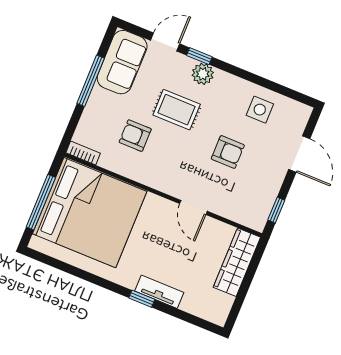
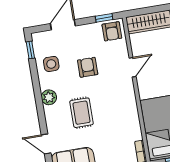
window: (199, 56) -> (30, 50), moved
plant: (203, 74) -> (49, 97), moved
armchair: (135, 136) -> (112, 31), moved

